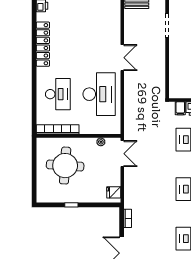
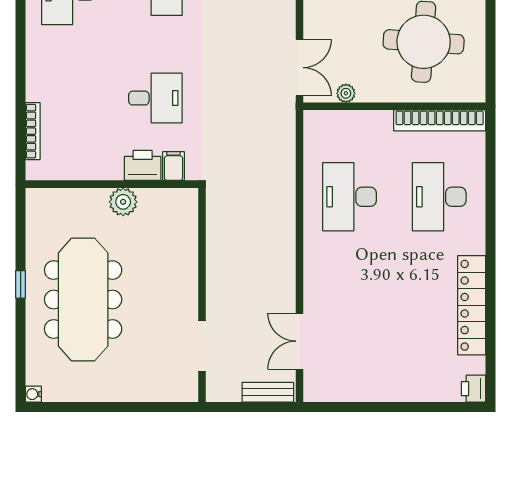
double door: (122, 58) -> (299, 341), moved
desk: (99, 94) -> (349, 197), width x0.73, depth x0.77
double door: (122, 154) -> (299, 68), swing flipped

